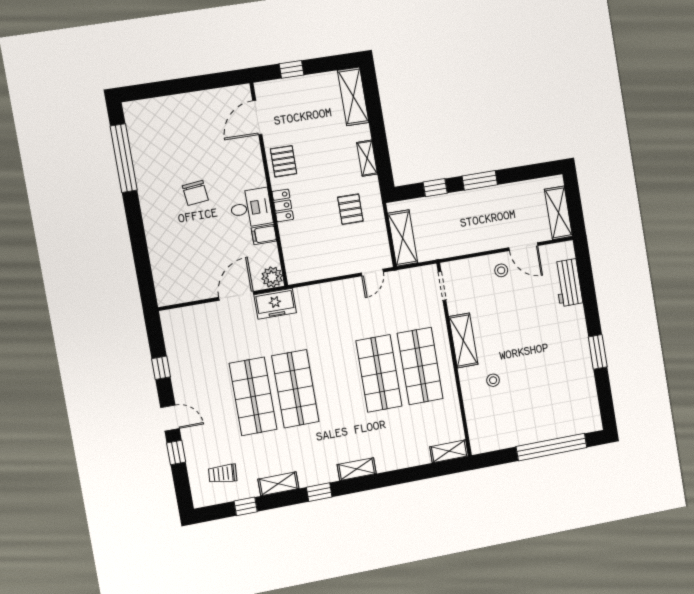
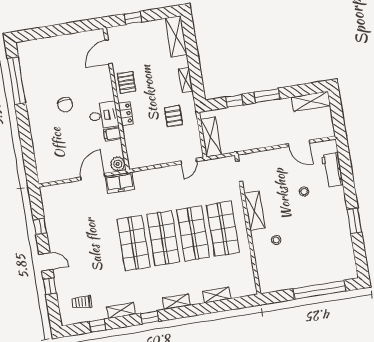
shelving: (558, 213) -> (311, 101), moved, turned 90
stool: (501, 270) -> (304, 192), moved
shop shelf: (253, 396) -> (163, 238), moved
shelving: (449, 451) -> (216, 295), moved

